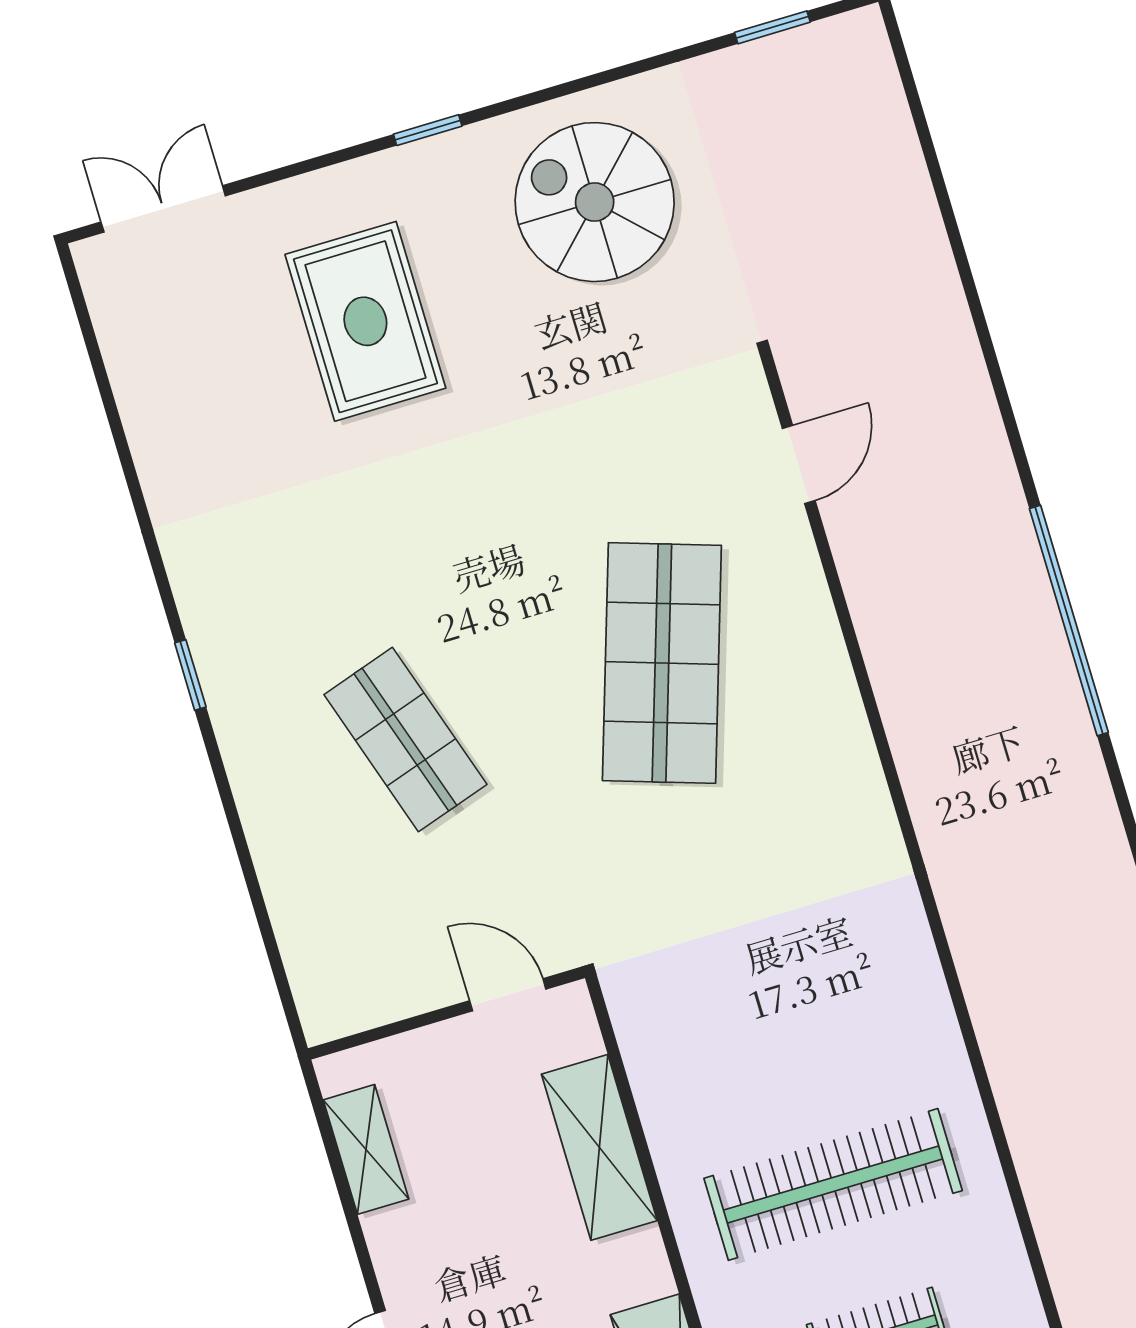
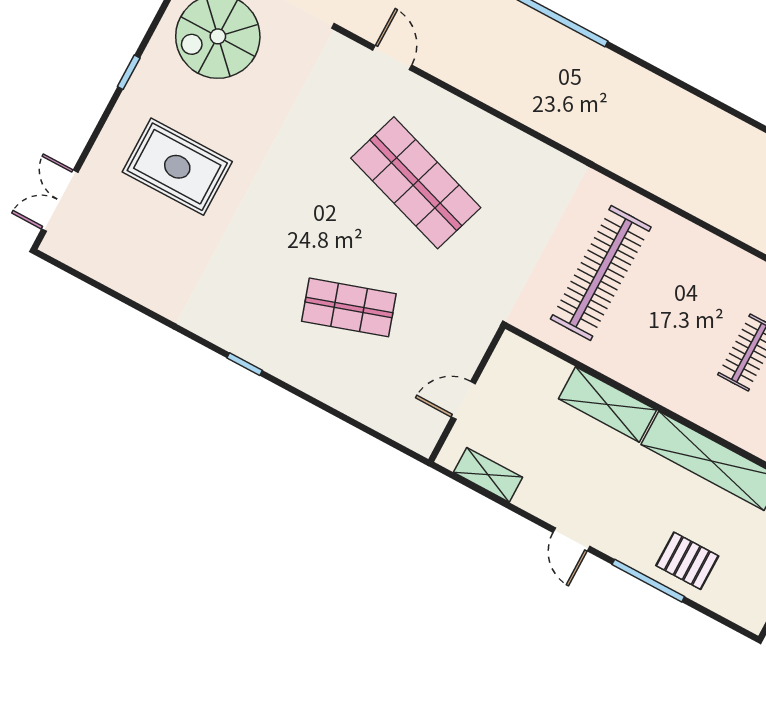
door: (508, 995) -> (463, 400), moved
shelving: (599, 1147) -> (607, 404), moved
clothes rail: (833, 1184) -> (601, 273), moved

